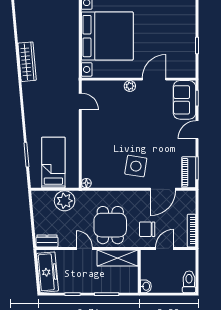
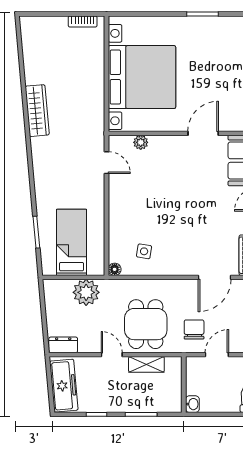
plant: (130, 86) -> (141, 142), moved
side table: (136, 166) -> (144, 251), moved, width x0.54, depth x0.54
chair: (147, 229) -> (194, 329), turned 90
shelving: (118, 258) -> (146, 364), width x0.67, depth x0.75

